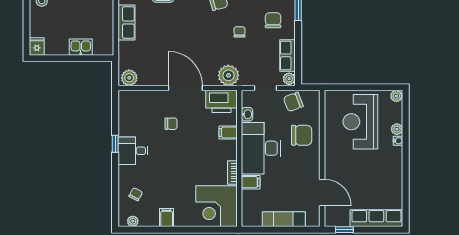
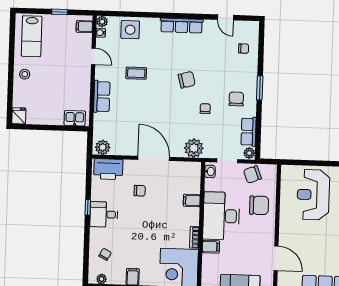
kitchen sink: (81, 47) -> (75, 118), moved
printer: (222, 101) -> (108, 169), moved
washbasin: (247, 114) -> (210, 171), moved

